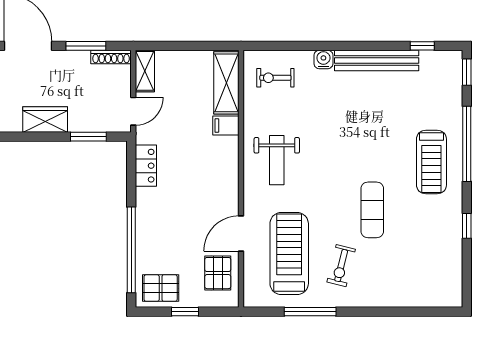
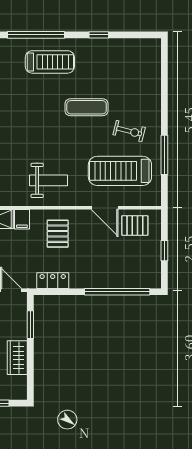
pallet: (161, 288) -> (58, 234), moved

